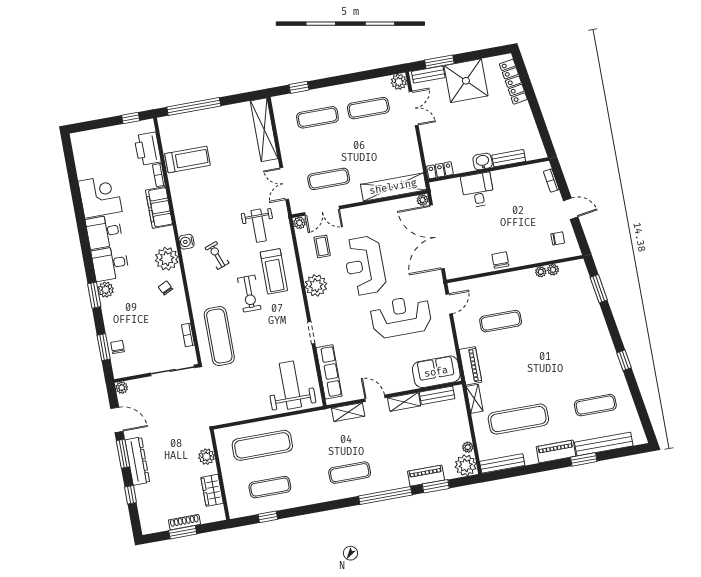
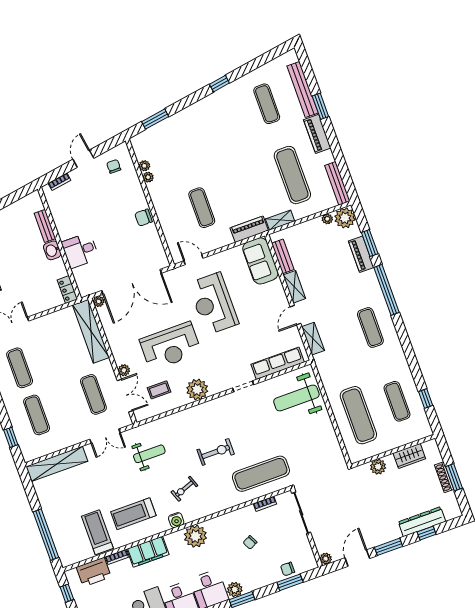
plant: (299, 223) -> (124, 370), moved
treadmill: (274, 271) -> (133, 514), moved, turned 180
chair: (165, 288) -> (250, 542), moved
dresser: (137, 461) -> (422, 522), moved

